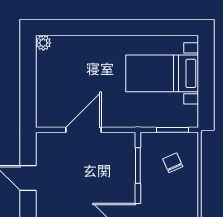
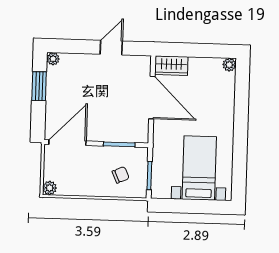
wardrobe: (46, 109) -> (171, 66), added
door: (84, 130) -> (152, 98), width x1.36

